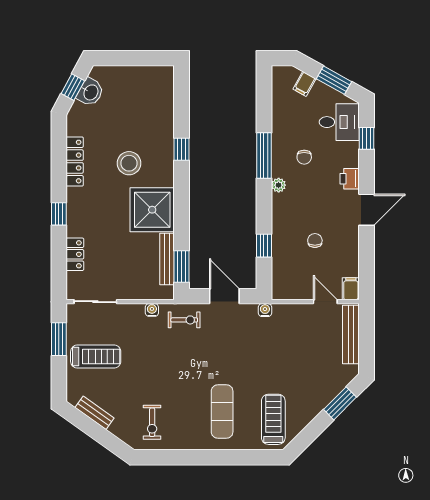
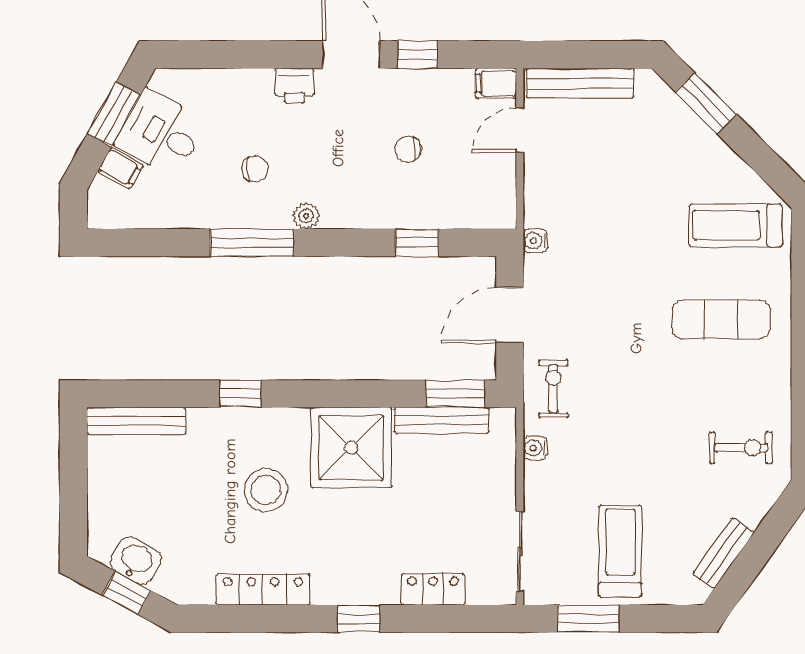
bench: (167, 92) -> (136, 421), added
desk: (339, 122) -> (161, 133), moved, turned -61
window: (366, 138) -> (418, 55), moved

